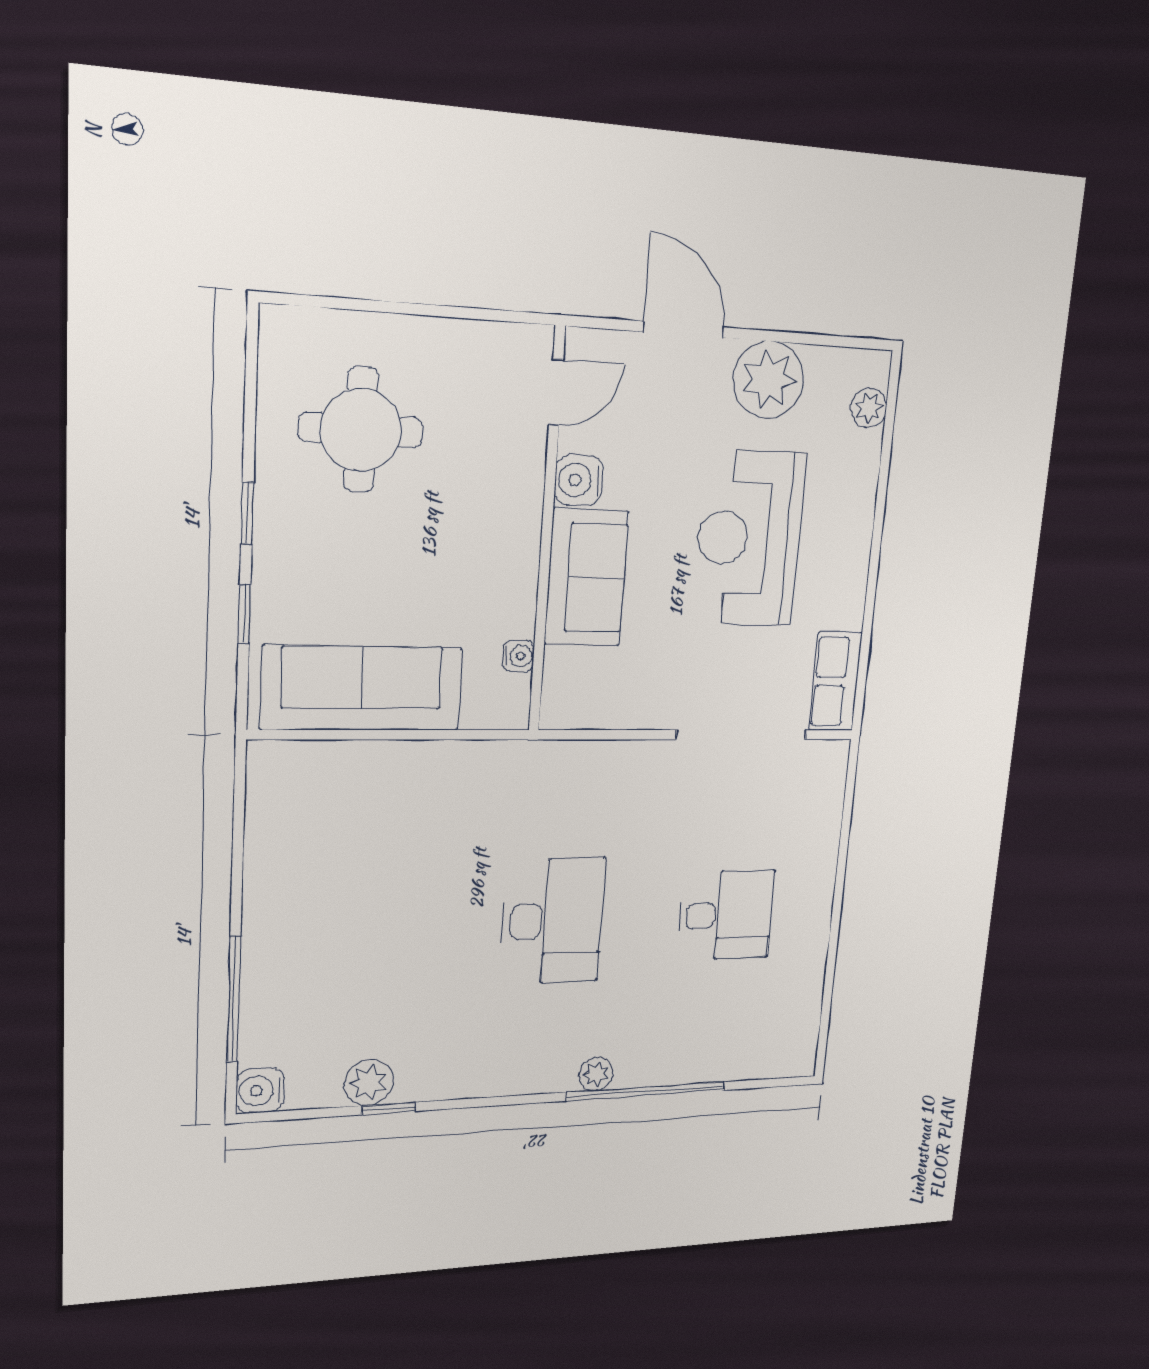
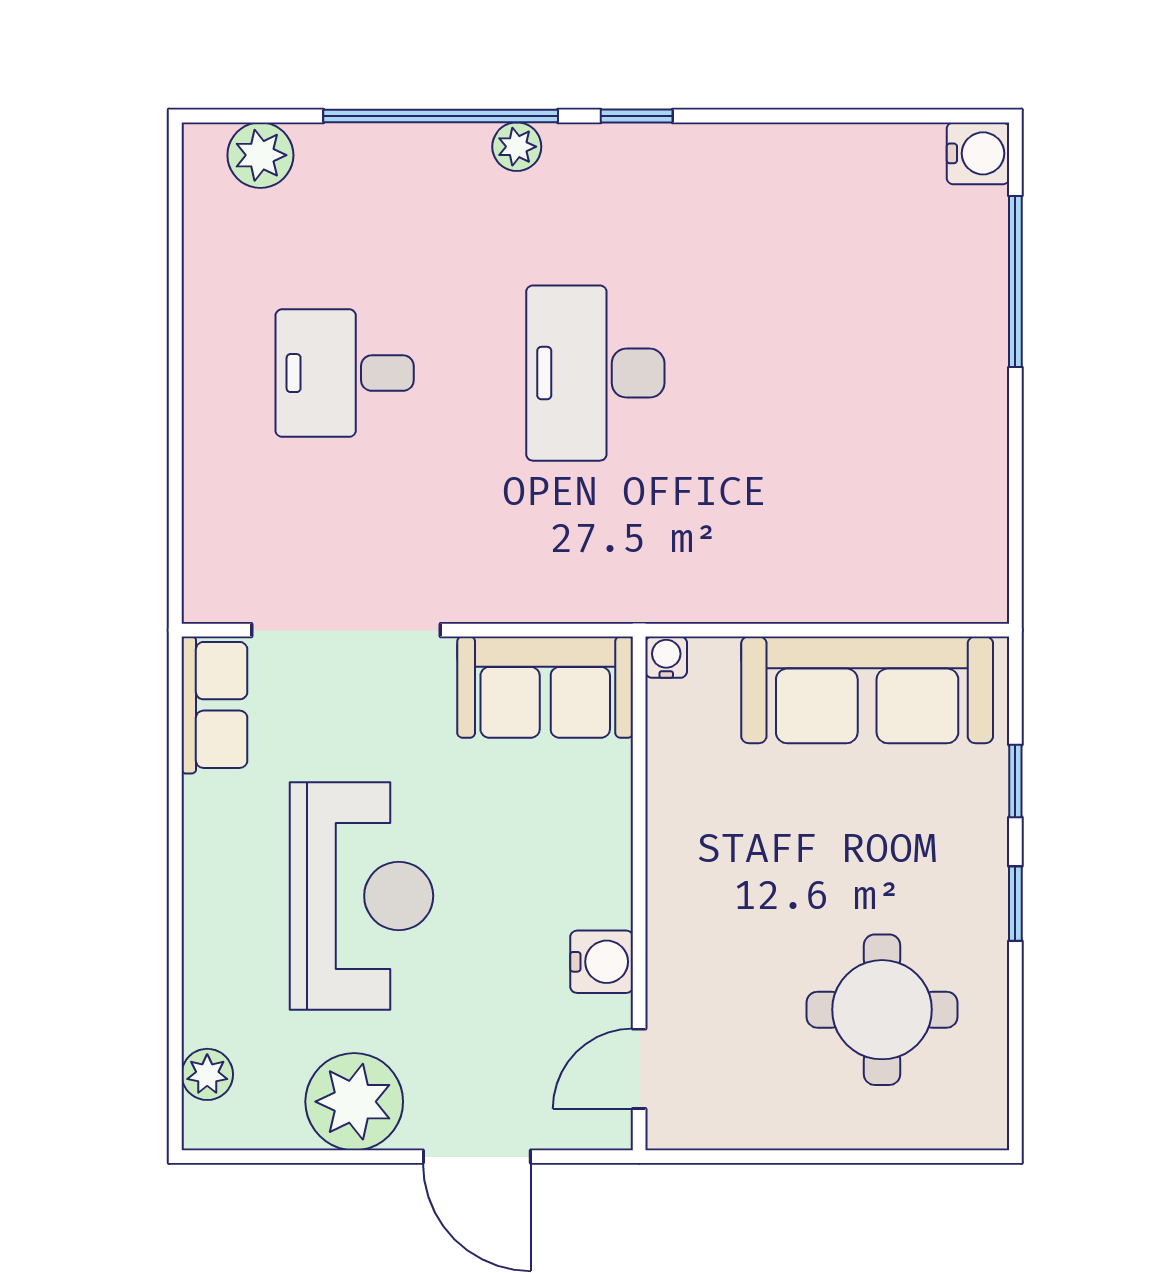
sofa: (586, 578) -> (545, 687), moved, turned -90
water cooler: (518, 656) -> (666, 657), moved, turned 90
plant: (369, 1083) -> (260, 155), moved
window: (389, 1108) -> (637, 116), moved

